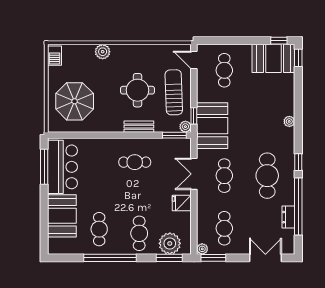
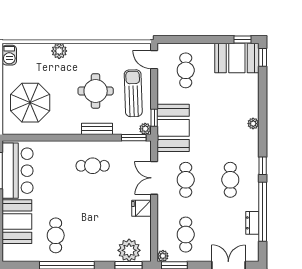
cafe table: (267, 176) -> (230, 180), width x0.73, depth x0.74
cafe table: (139, 233) -> (97, 240), removed

